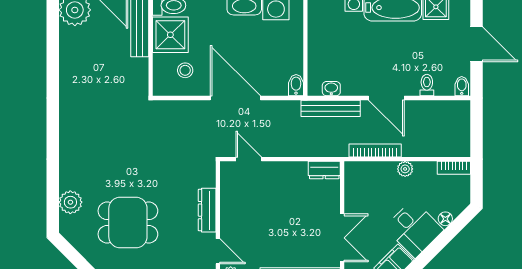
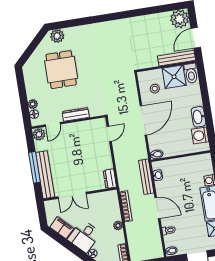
door: (386, 98) -> (157, 208), swing flipped
plant: (70, 202) -> (57, 36), moved

